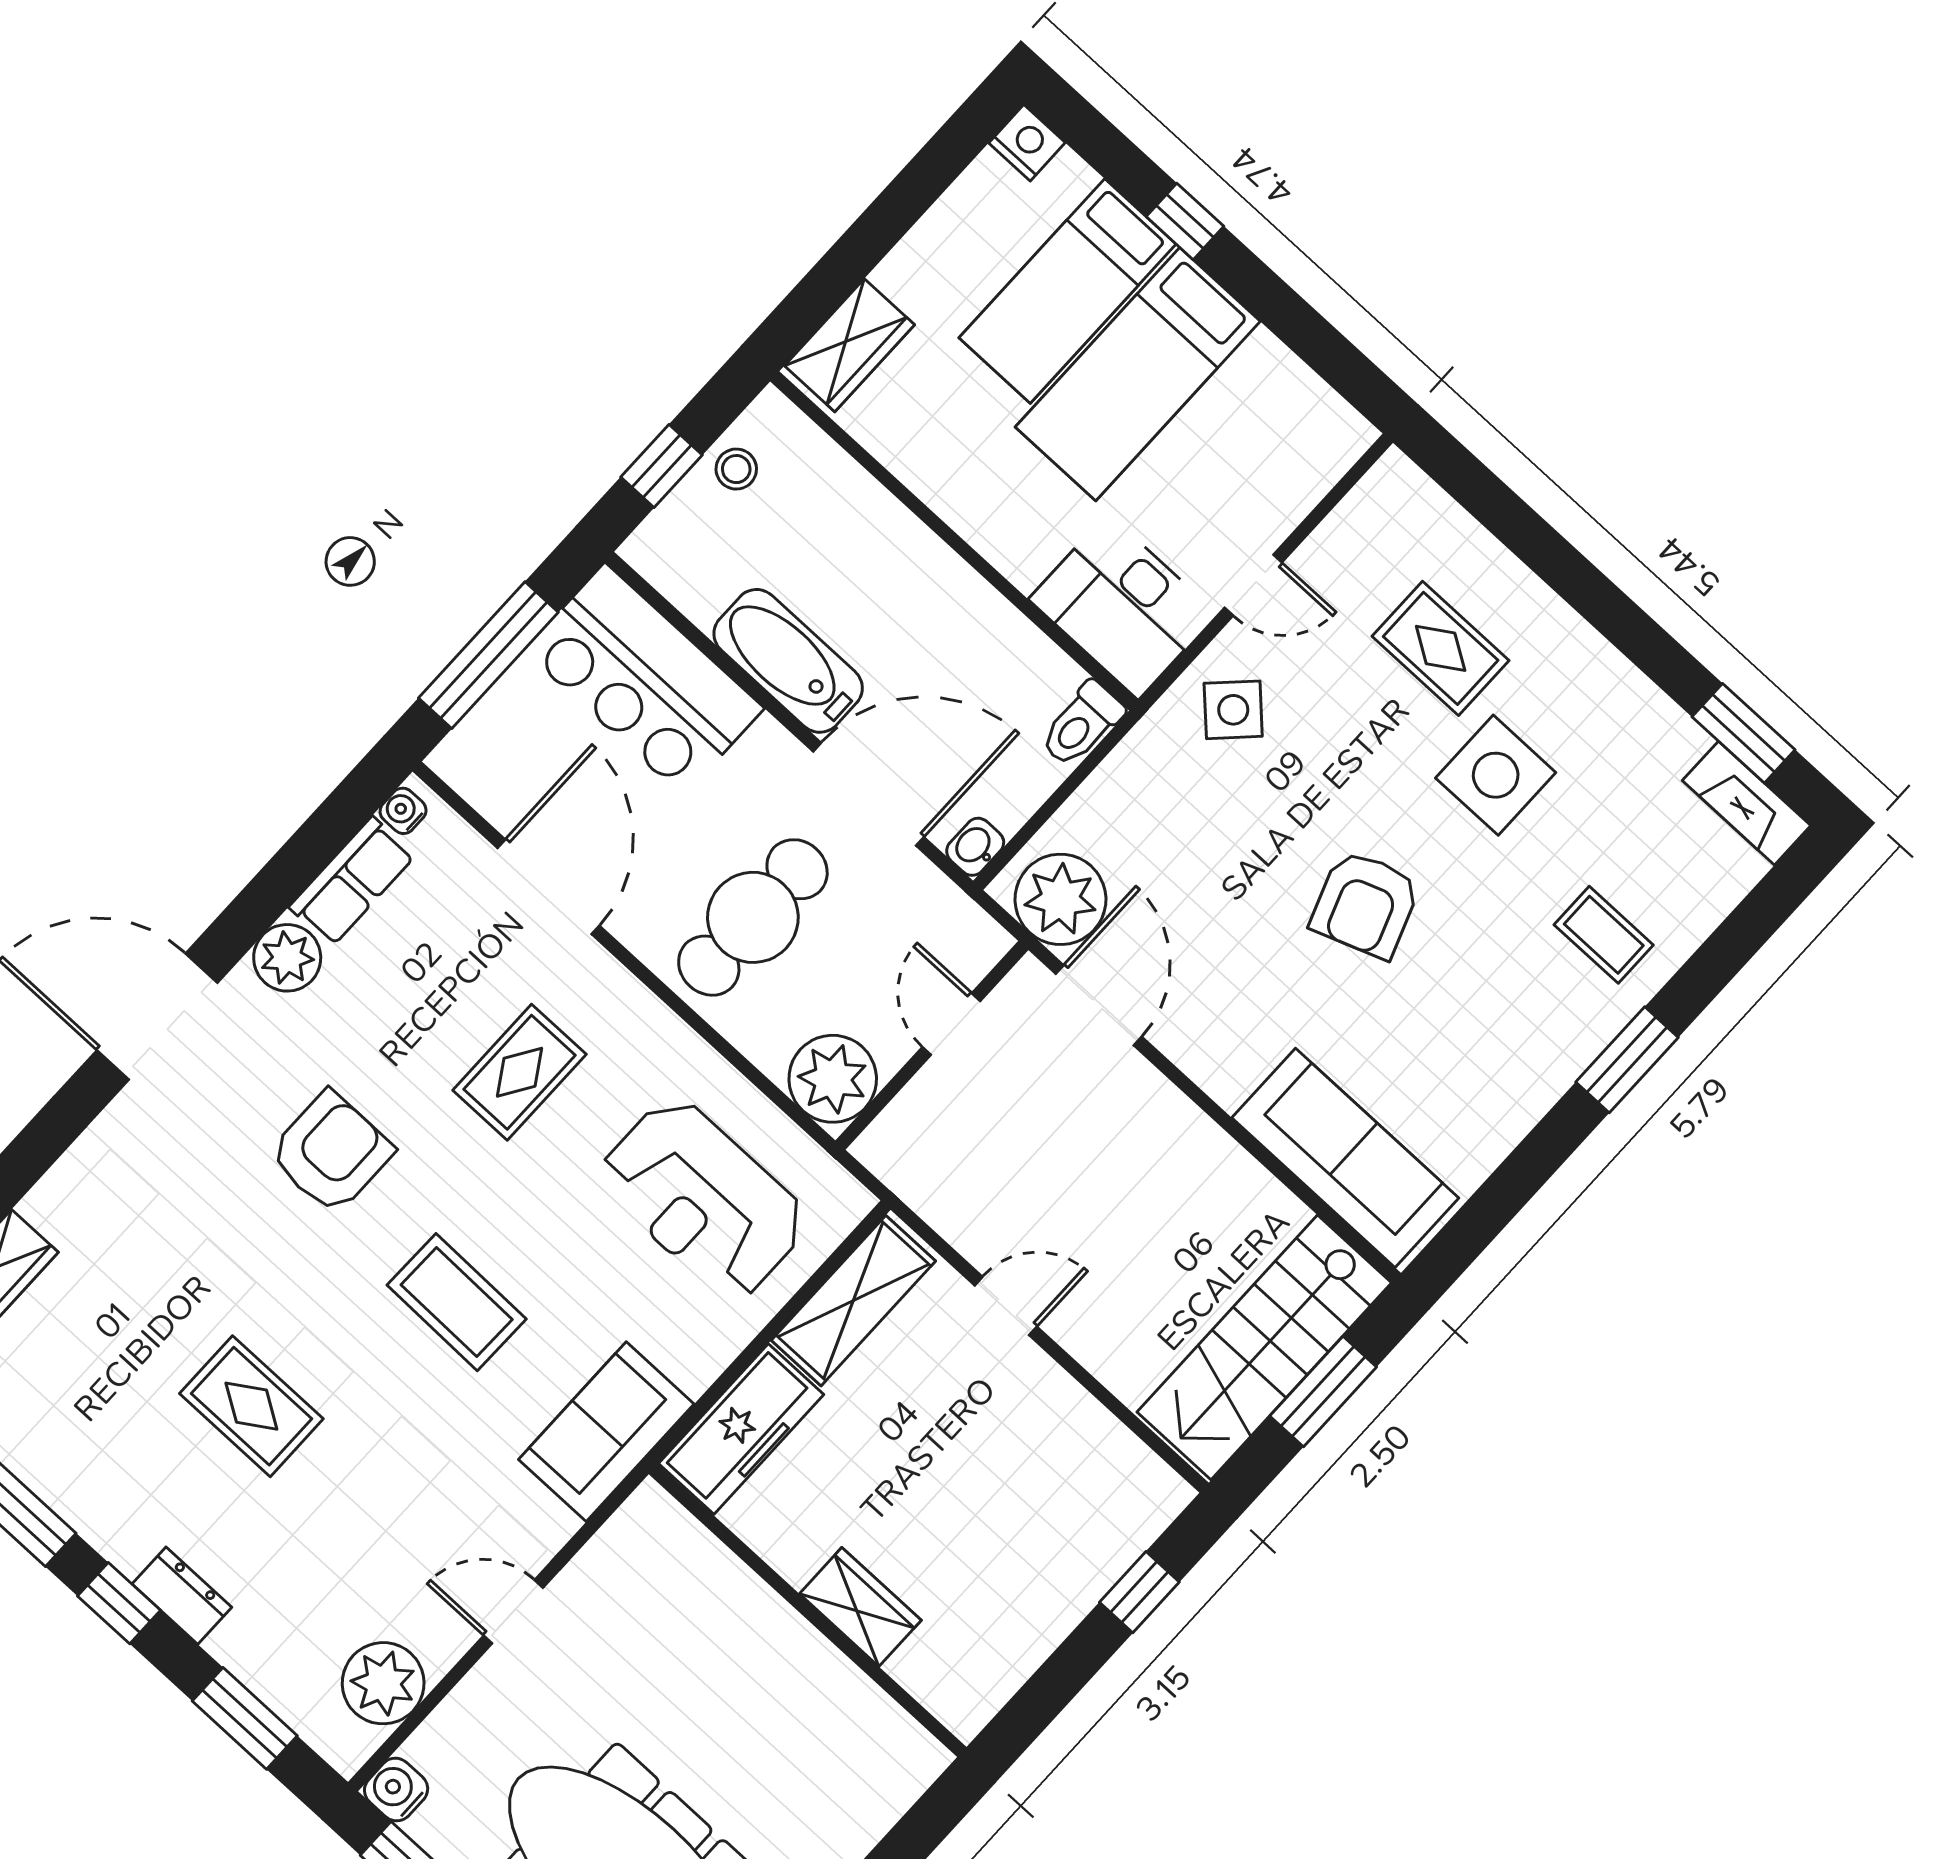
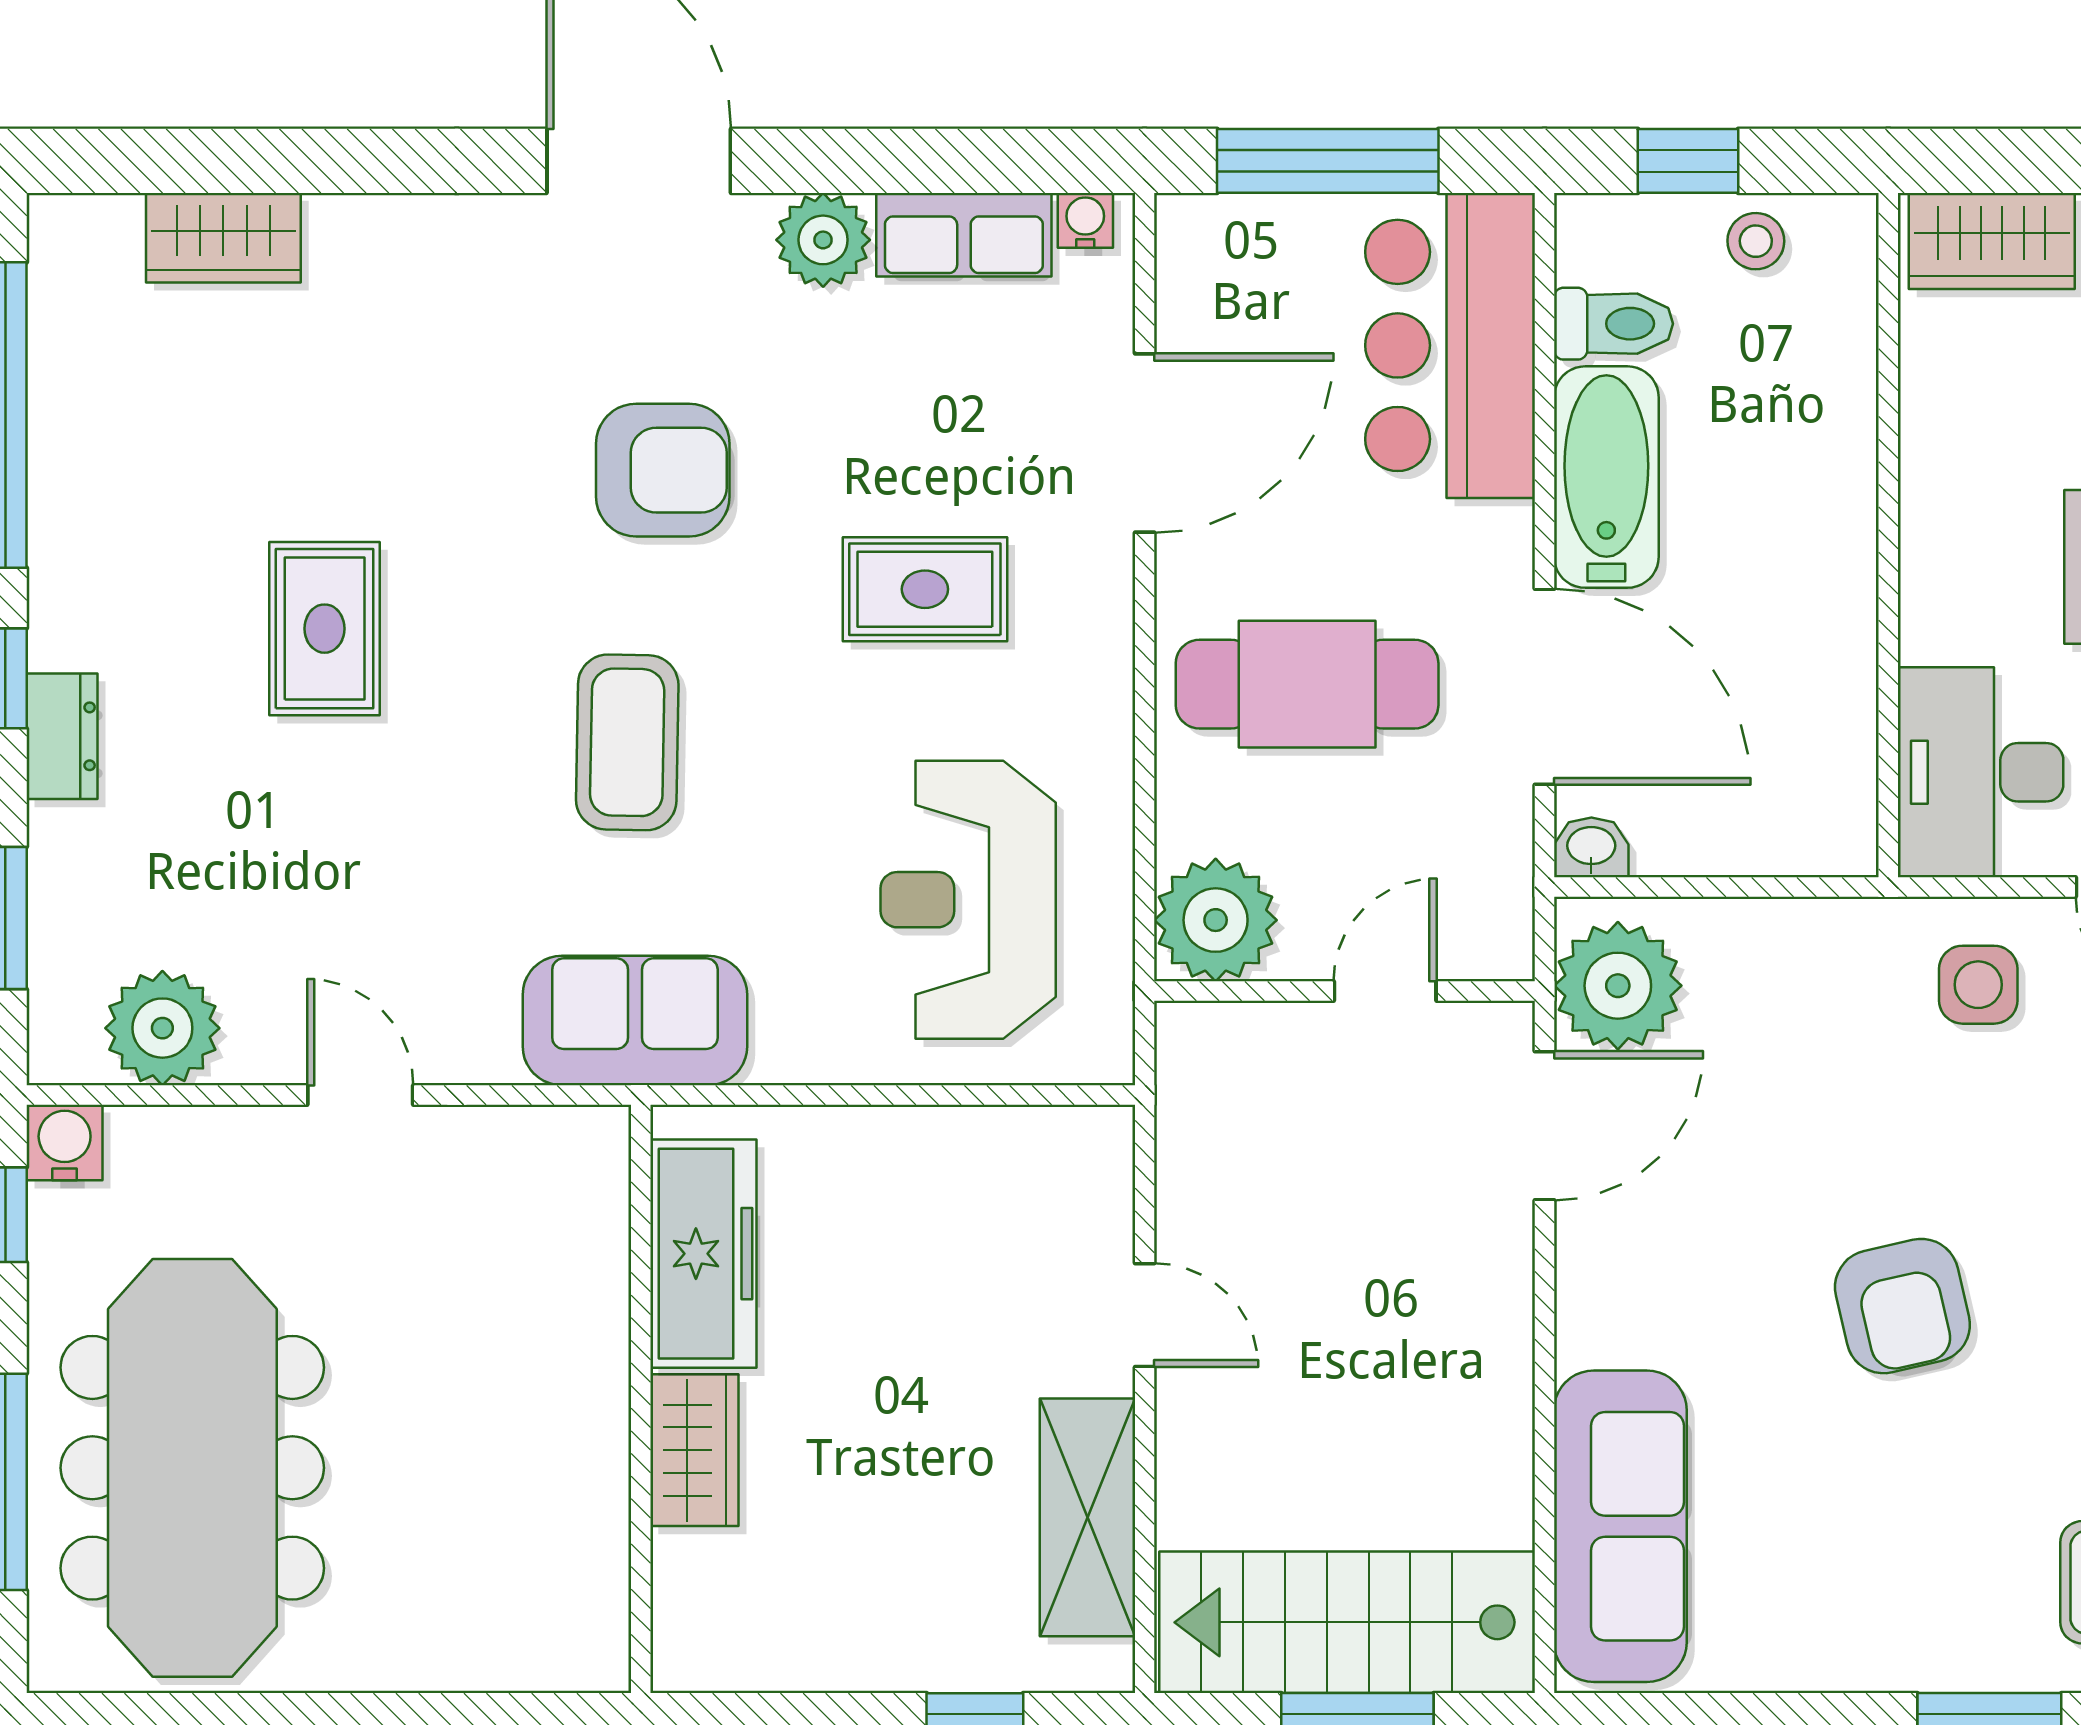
side table: (1233, 710) -> (1978, 985), turned 45
toilet: (1082, 724) -> (1613, 324), moved, turned 180
armchair: (1365, 904) -> (1902, 1306), turned -83
shelving: (853, 1301) -> (1087, 1517), moved, turned 90
freezer: (741, 1429) -> (703, 1254), moved, turned -90

